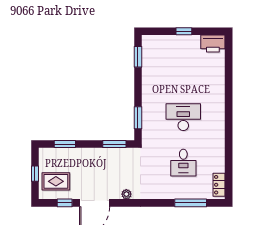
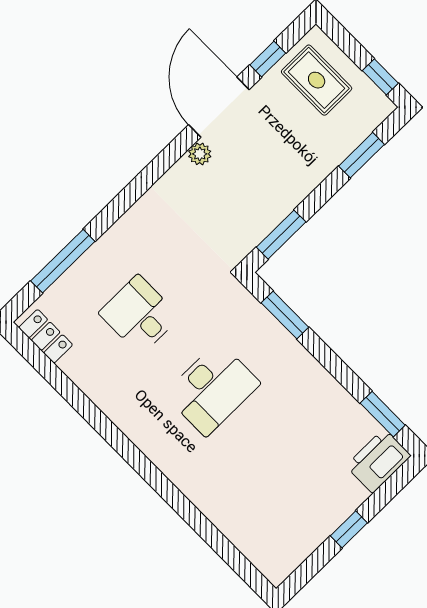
printer: (213, 44) -> (378, 461), moved
window: (35, 174) -> (380, 77), moved
rug: (56, 181) -> (317, 80), turned 90
plant: (126, 194) -> (200, 154), moved

